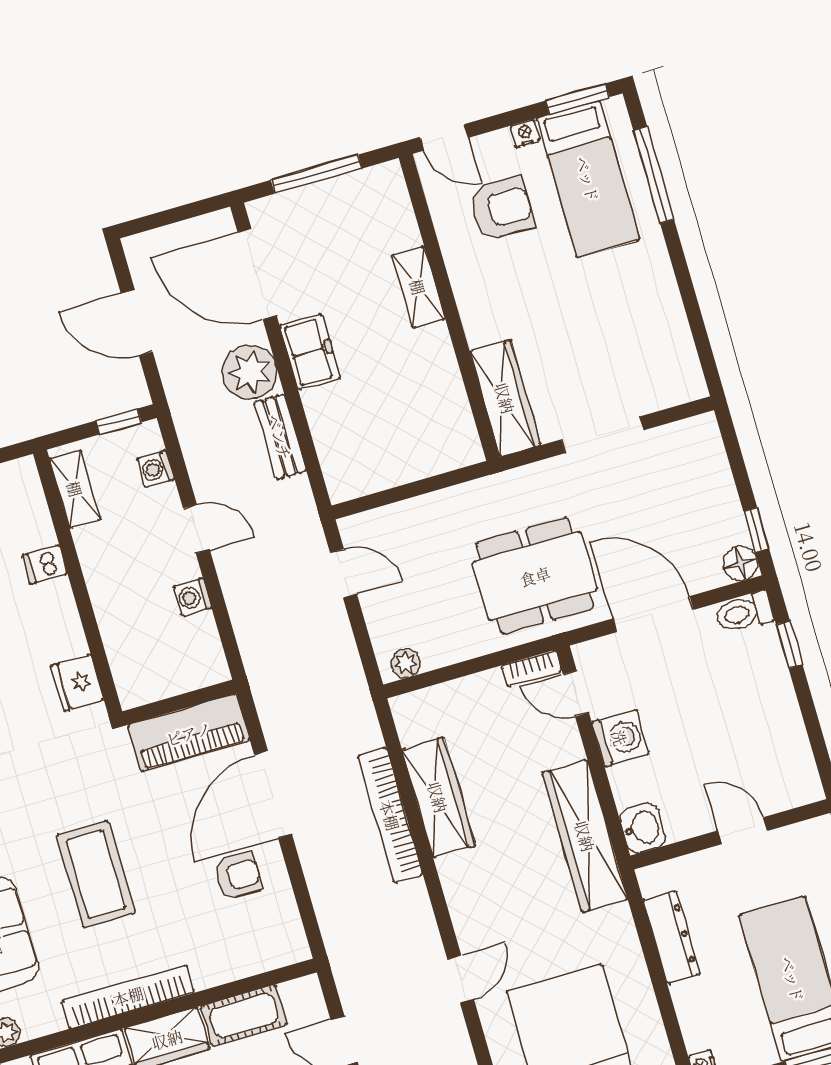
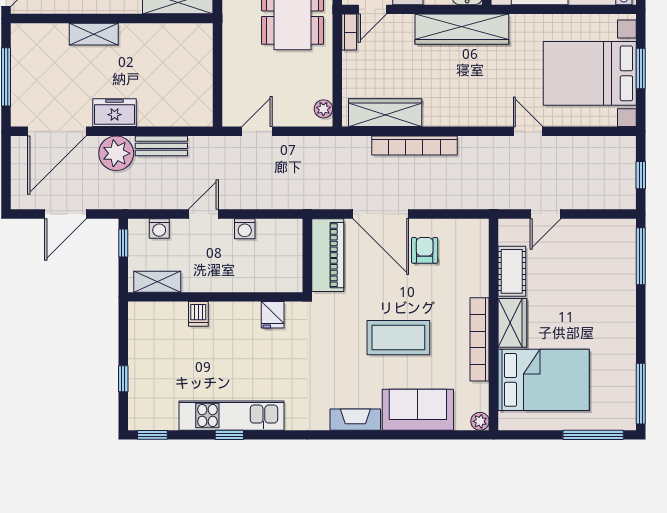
fridge: (77, 682) -> (273, 315), width x0.72
wardrobe: (438, 797) -> (385, 113), moved

